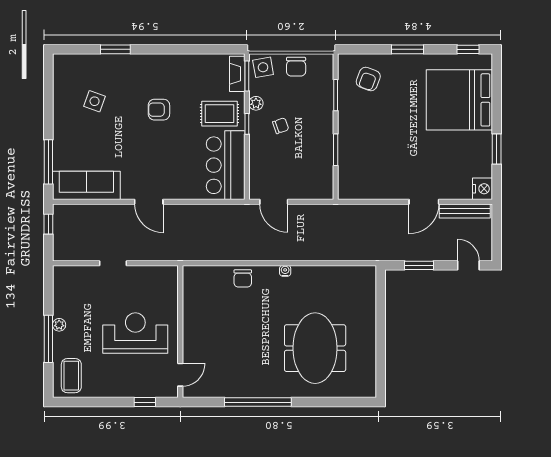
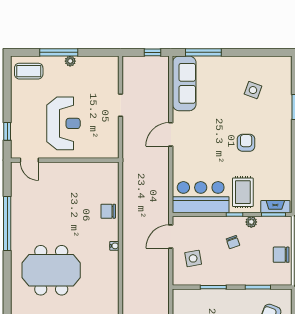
side table: (263, 67) -> (193, 258), moved

